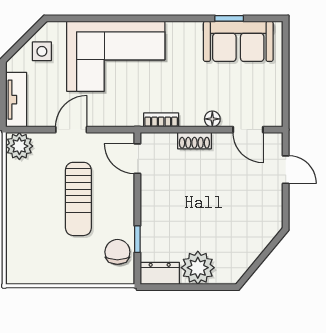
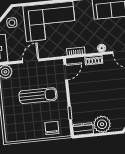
door: (137, 159) -> (66, 72), swing flipped
sun lounger: (78, 199) -> (38, 96), turned -90
chair: (117, 252) -> (52, 128), moved

